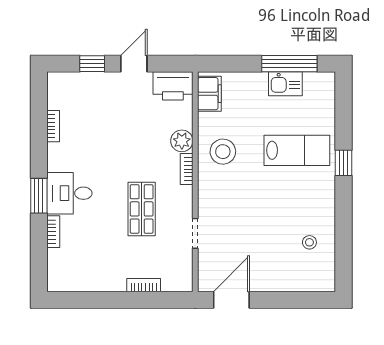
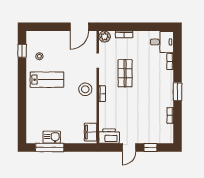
plant: (182, 141) -> (105, 37), moved
lab bench: (297, 150) -> (47, 80), moved, turned 180
stool: (223, 152) -> (85, 89), moved
window: (343, 163) -> (22, 51), moved
desk: (69, 193) -> (162, 42), moved
window: (39, 196) -> (178, 92), moved

